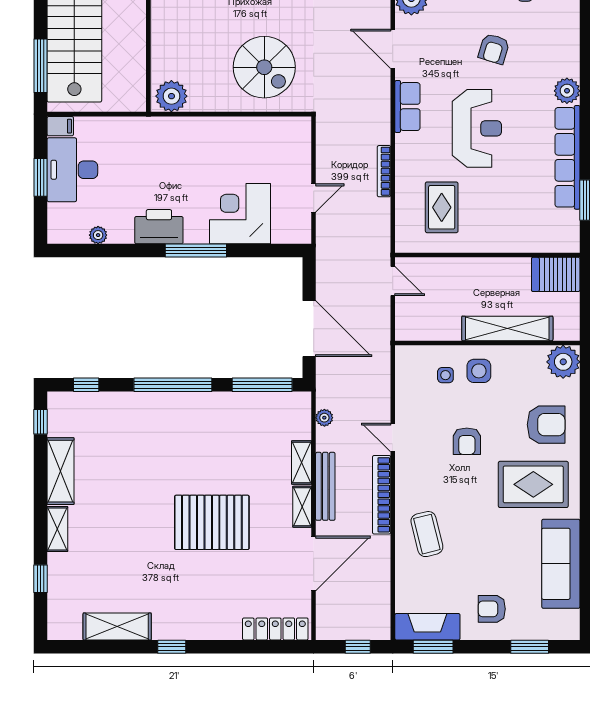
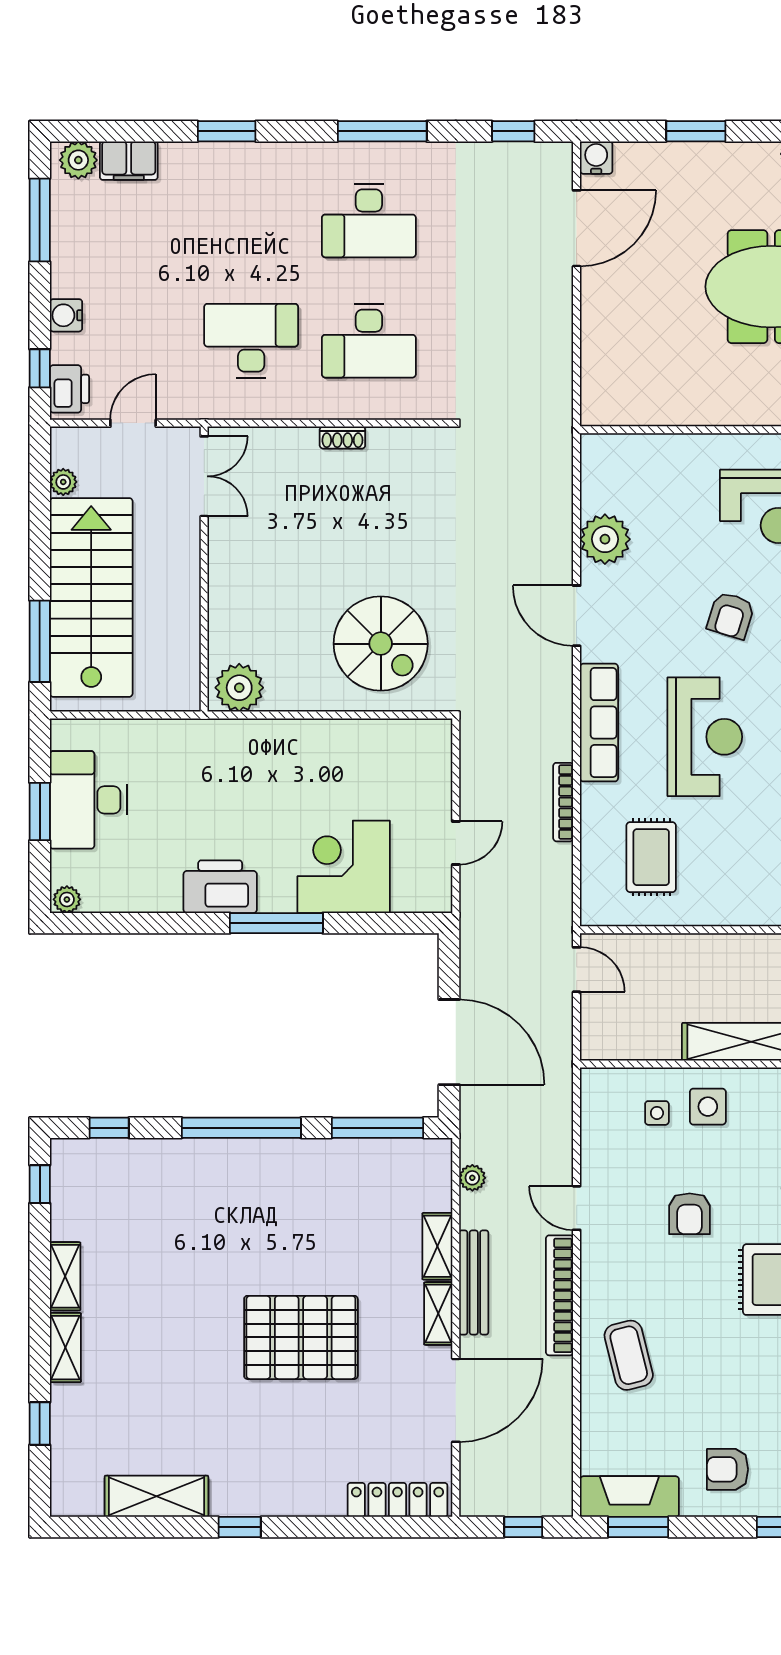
row of seats: (407, 107) -> (599, 723), width x1.48
filing cabinet: (60, 126) -> (70, 733), removed
plant: (98, 235) -> (67, 899), moved
shelving: (61, 471) -> (65, 1276), width x0.67, depth x0.75

